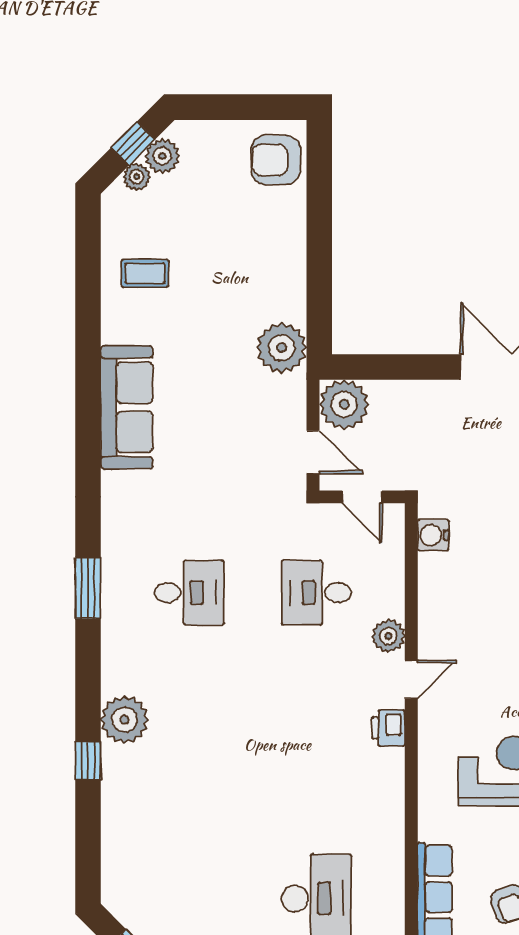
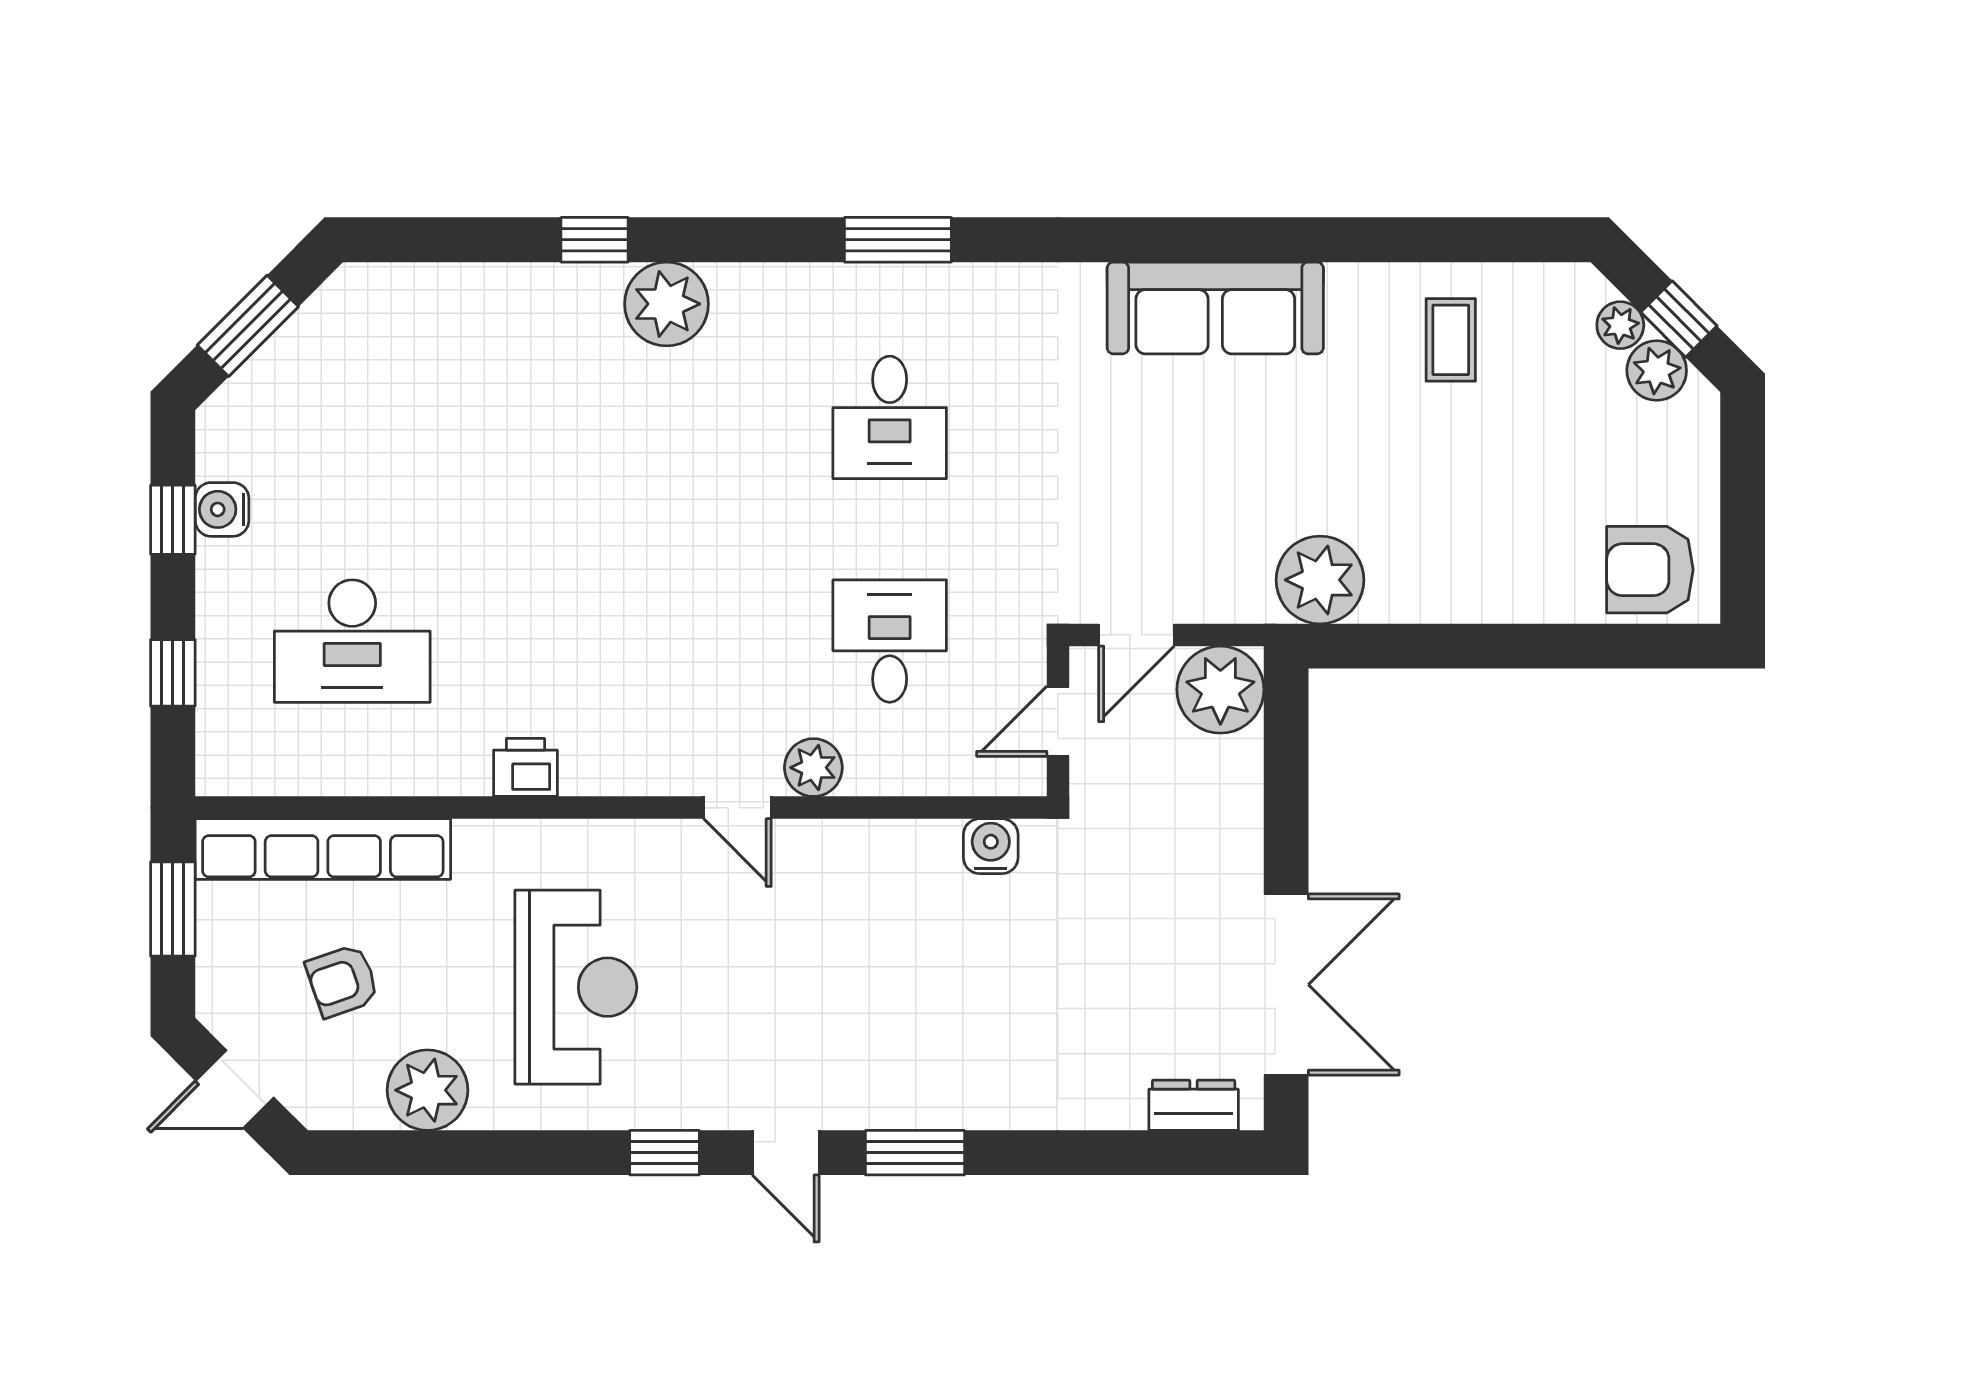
armchair: (276, 160) -> (1650, 570), turned -90
printer: (388, 728) -> (525, 767), moved

